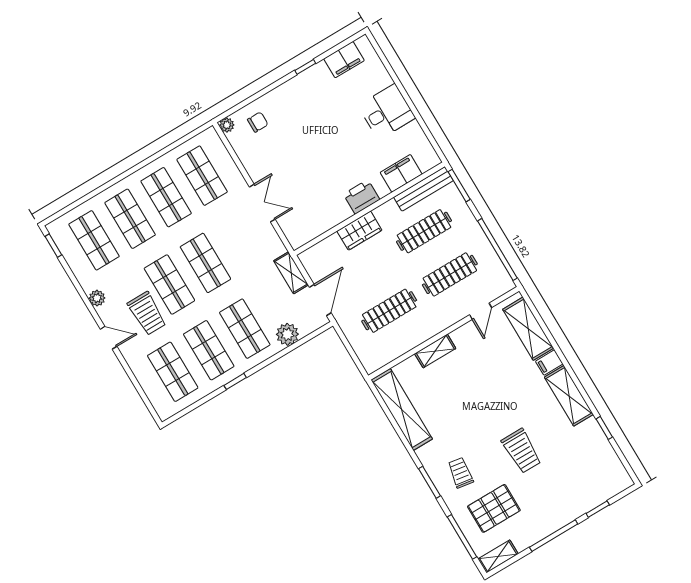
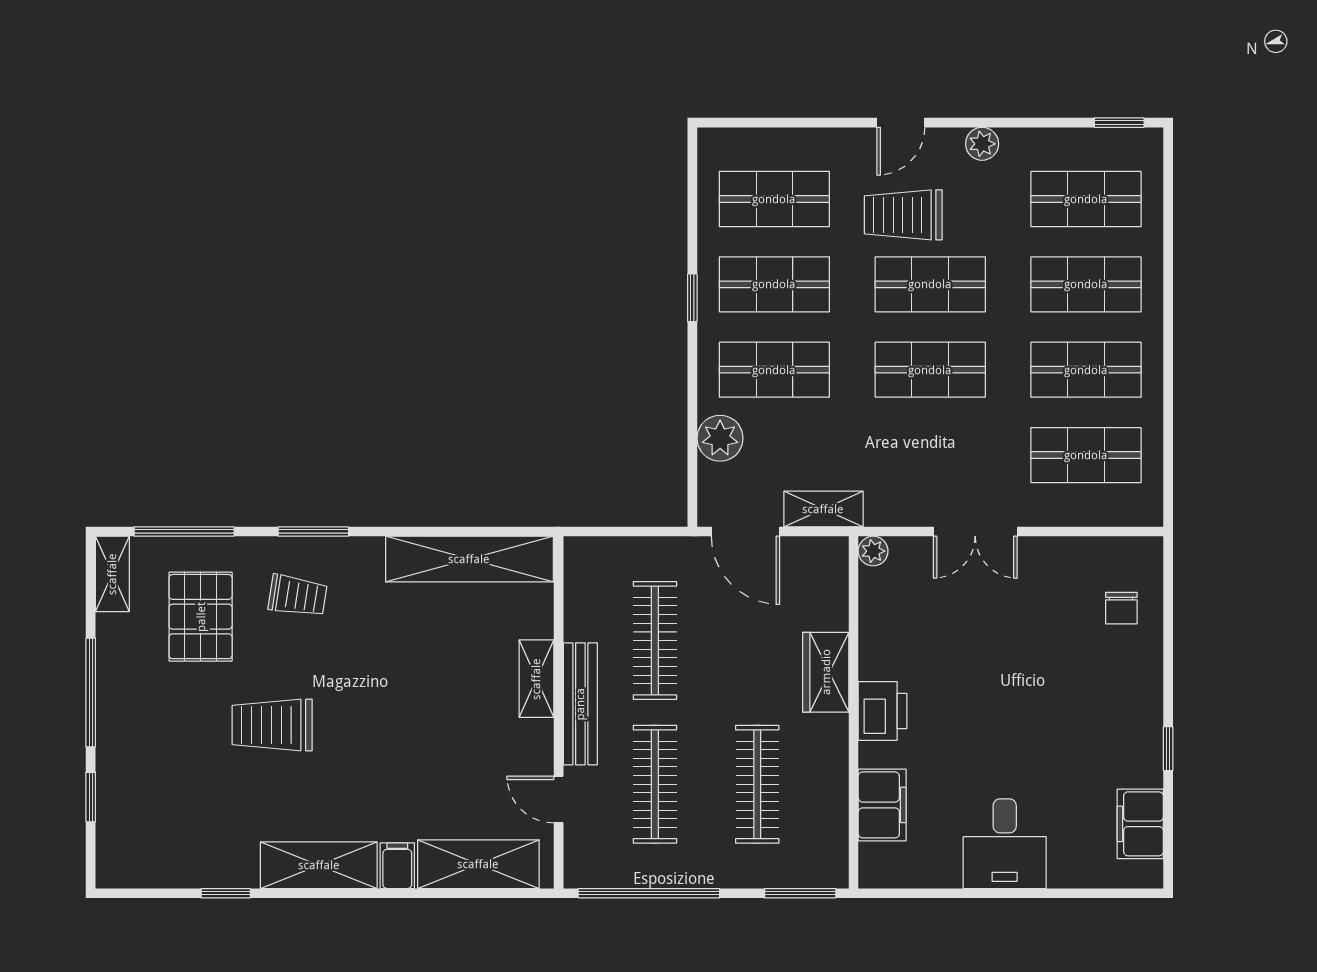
plant: (227, 125) -> (873, 551), moved
bench: (423, 189) -> (580, 704), moved

